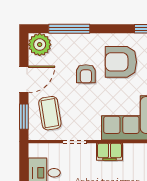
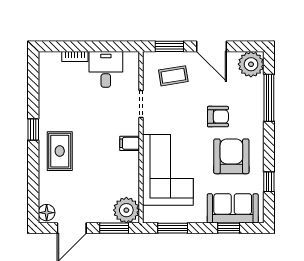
armchair: (86, 74) -> (218, 117), turned 180
coffee table: (50, 113) -> (173, 76), width x0.73, depth x0.77
filing cabinet: (110, 152) -> (130, 143), width x0.50

